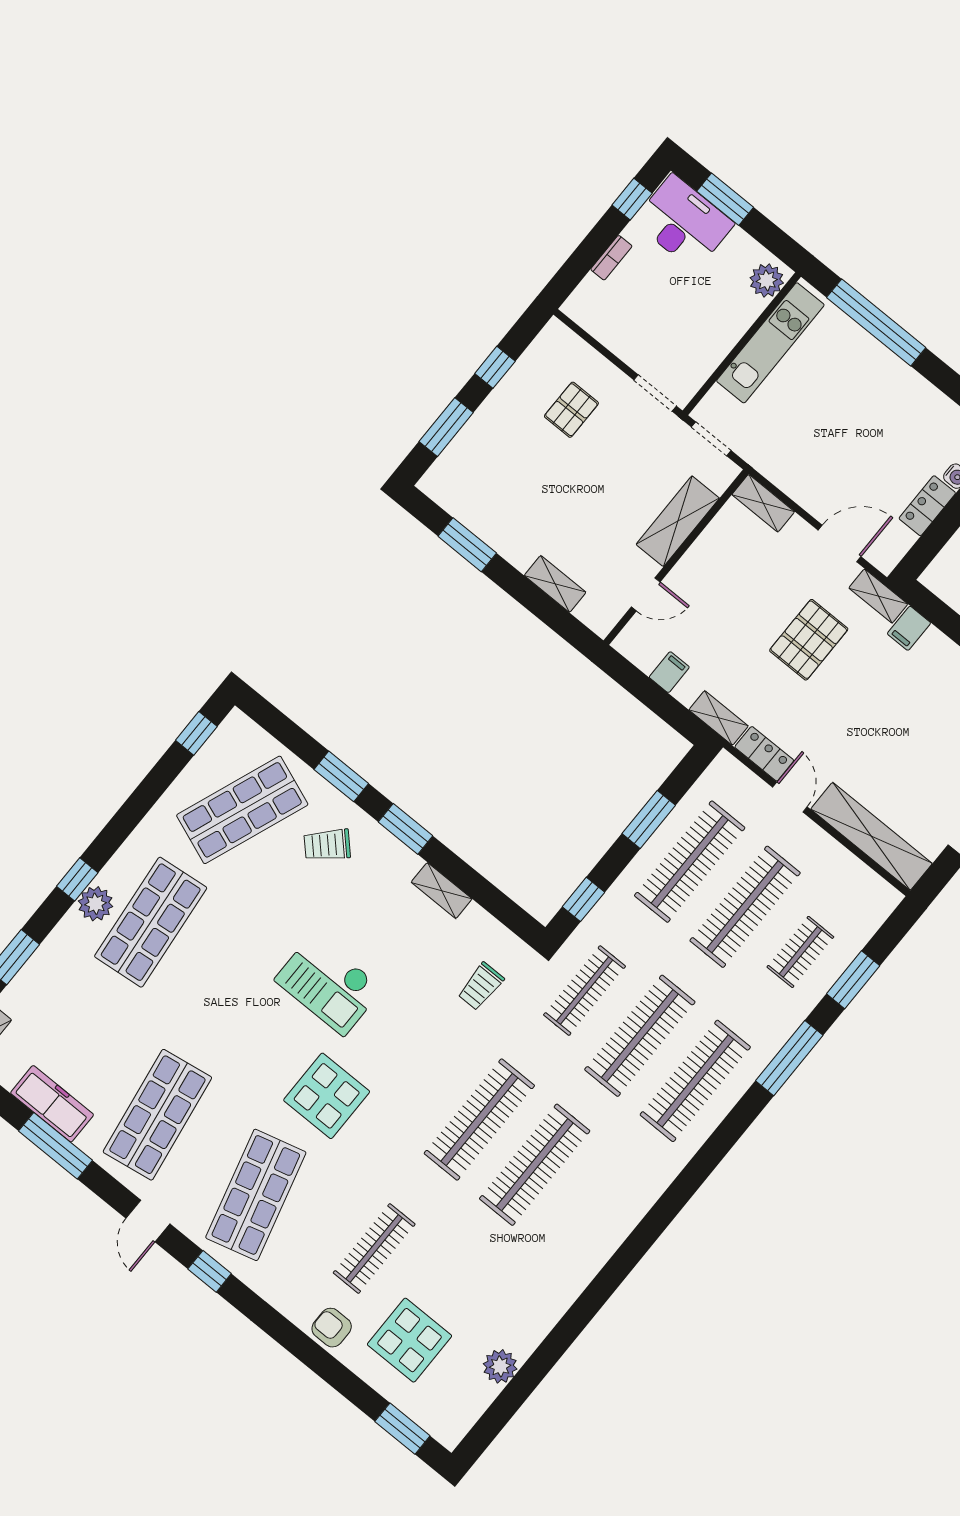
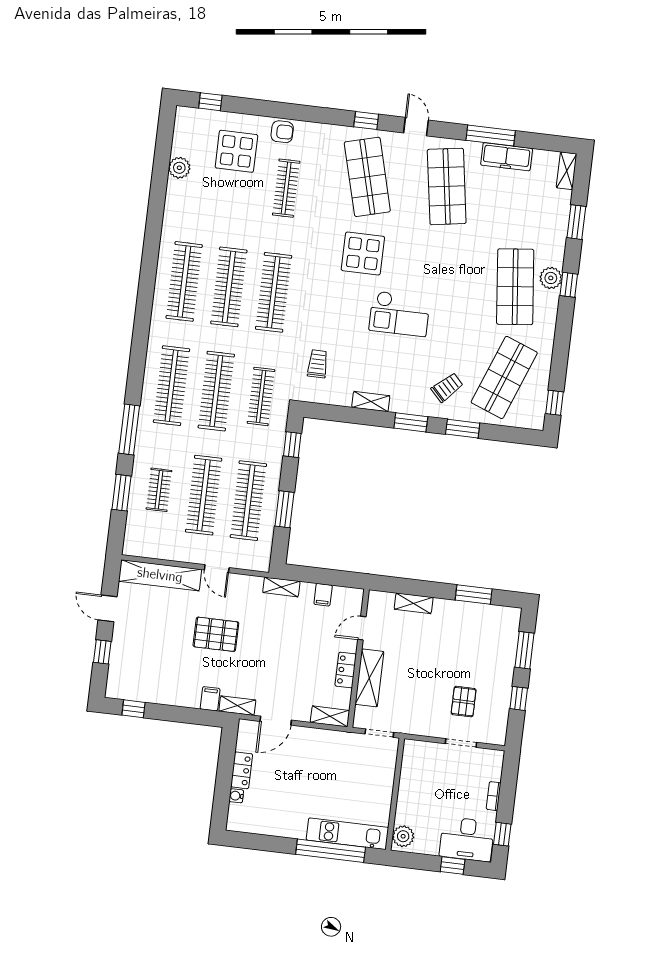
window: (725, 199) -> (453, 865), width x0.67
kitchen unit: (770, 343) -> (347, 834), moved, turned 90
doorway: (655, 393) -> (461, 743), moved
pallet: (809, 640) -> (216, 634), moved, turned 90
locker: (764, 754) -> (346, 670), moved, turned 90
checkout: (329, 984) -> (399, 314), turned 180
clothes rail: (590, 1210) -> (184, 281), added
window: (402, 1429) -> (210, 102), width x0.67

